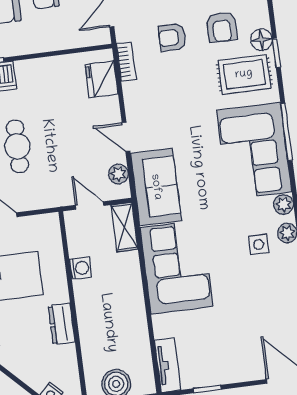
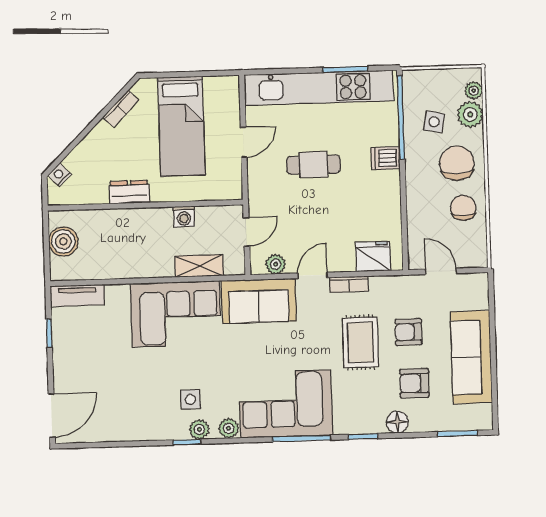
armchair: (172, 37) -> (408, 332), turned -90
window: (276, 53) -> (363, 437), moved
bookcase: (126, 62) -> (349, 284), moved
rug: (244, 74) -> (360, 342), moved
shelving: (124, 227) -> (199, 266), moved

